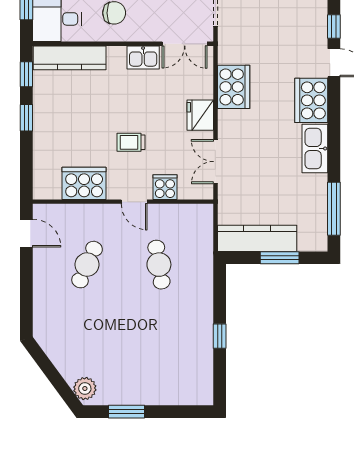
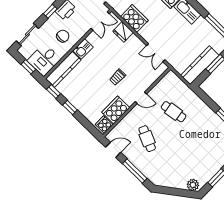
kitchen sink: (143, 57) -> (83, 49), moved
fridge: (200, 115) -> (123, 32), moved
cooker: (165, 187) -> (104, 125), moved
window: (26, 291) -> (135, 171), added

